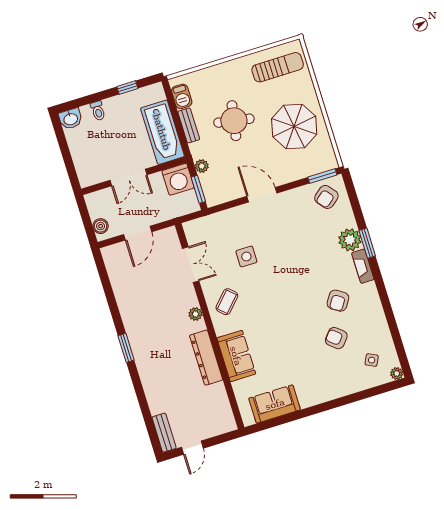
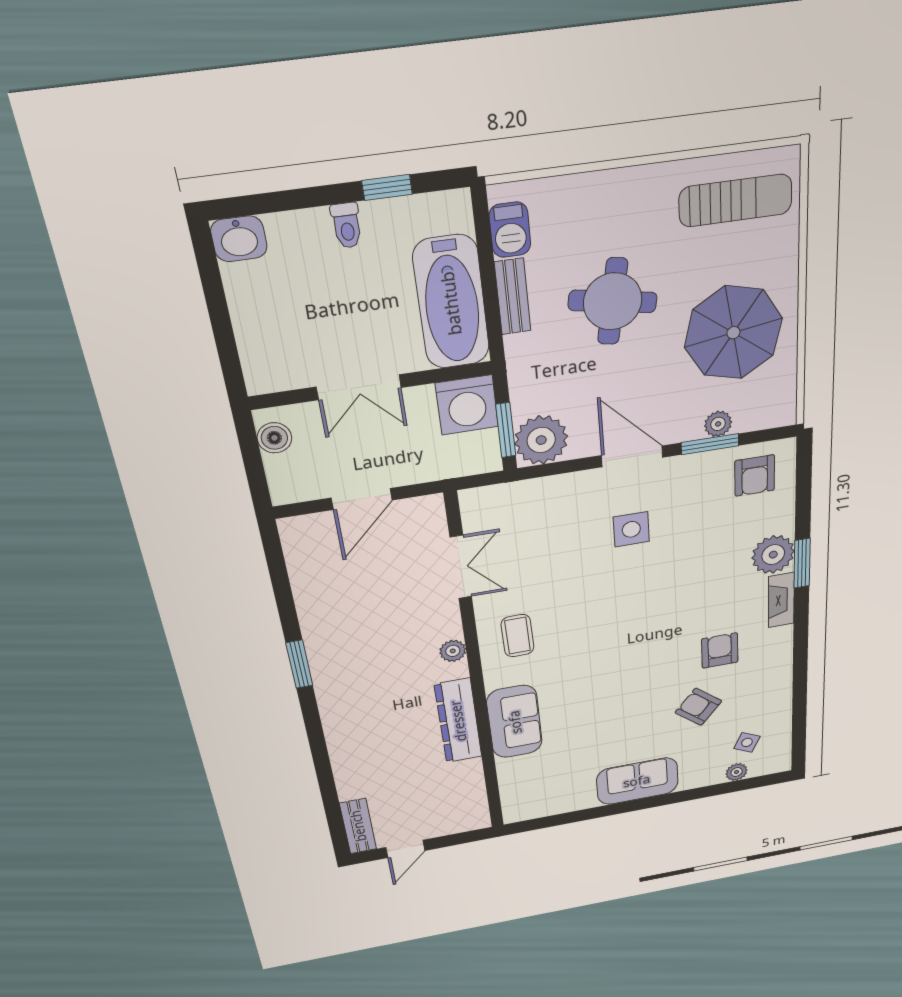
toilet: (98, 111) -> (347, 225), moved
plant: (202, 166) -> (541, 440), moved, width x1.88, depth x1.88
plant: (300, 172) -> (718, 424), added
window: (322, 176) -> (710, 444), moved
armchair: (326, 197) -> (755, 476), turned -51
boiler: (101, 226) -> (274, 438), moved
side table: (246, 256) -> (631, 529), moved
armchair: (338, 301) -> (720, 651), turned 147
coffee table: (227, 302) -> (518, 636), turned -44
window: (126, 348) -> (299, 664), moved
plant: (397, 374) -> (737, 772), moved
sofa: (275, 404) -> (637, 781), moved

